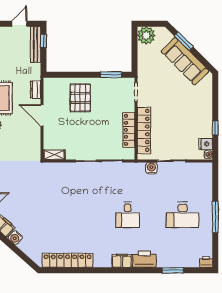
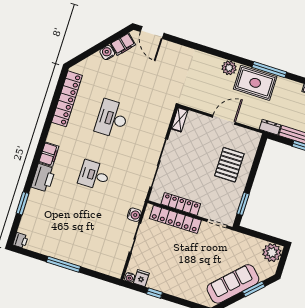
dresser: (36, 89) -> (270, 127), moved
pallet: (80, 98) -> (229, 165), turned 90
desk: (183, 215) -> (112, 119), moved

